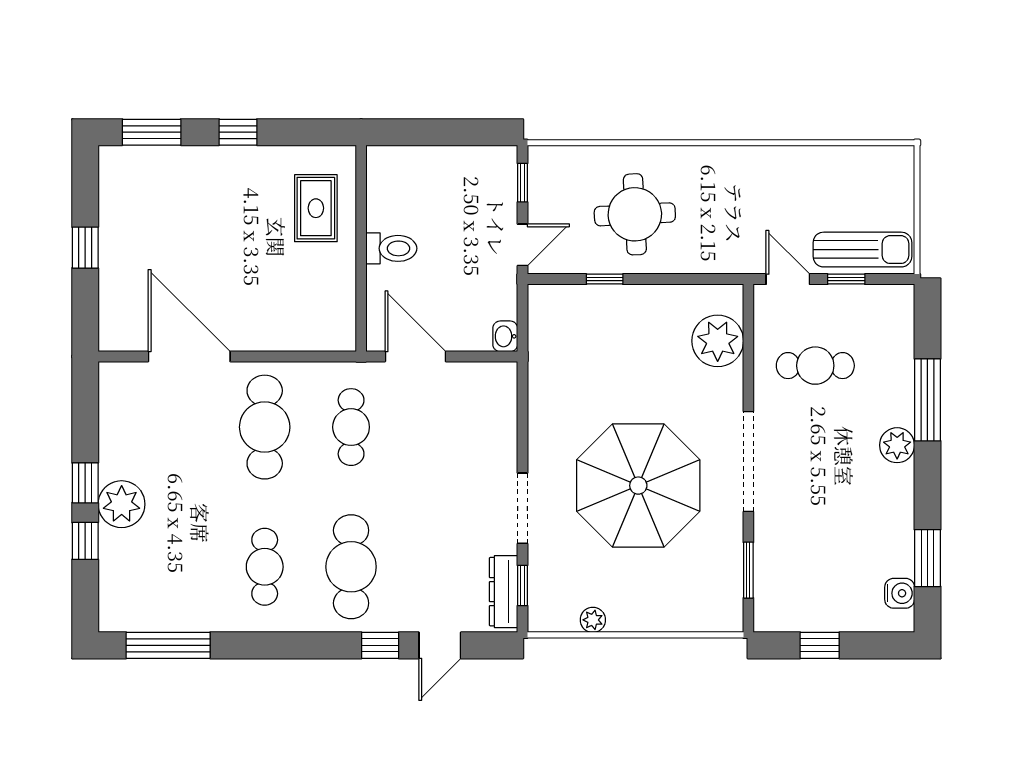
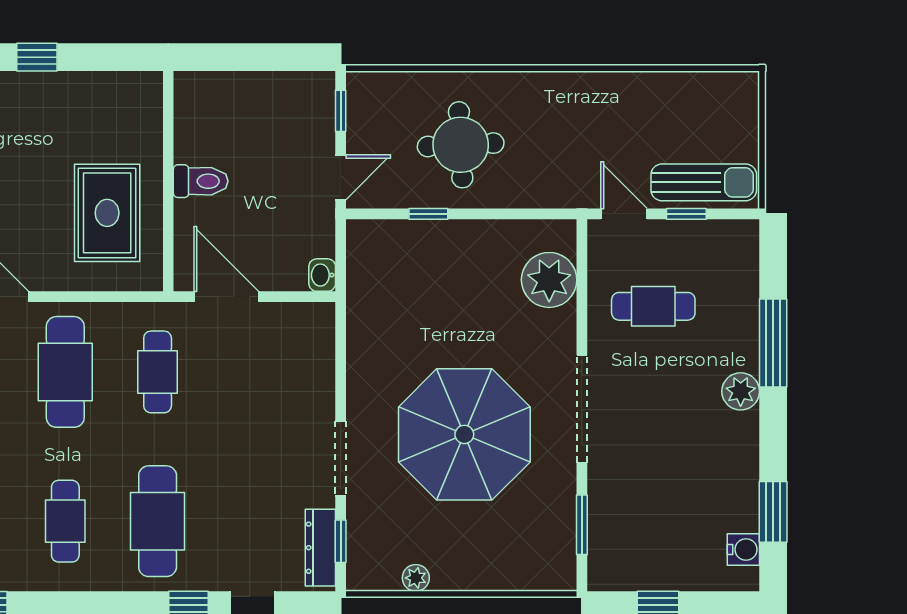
rug: (316, 208) -> (107, 213), moved, width x1.36, depth x1.43

